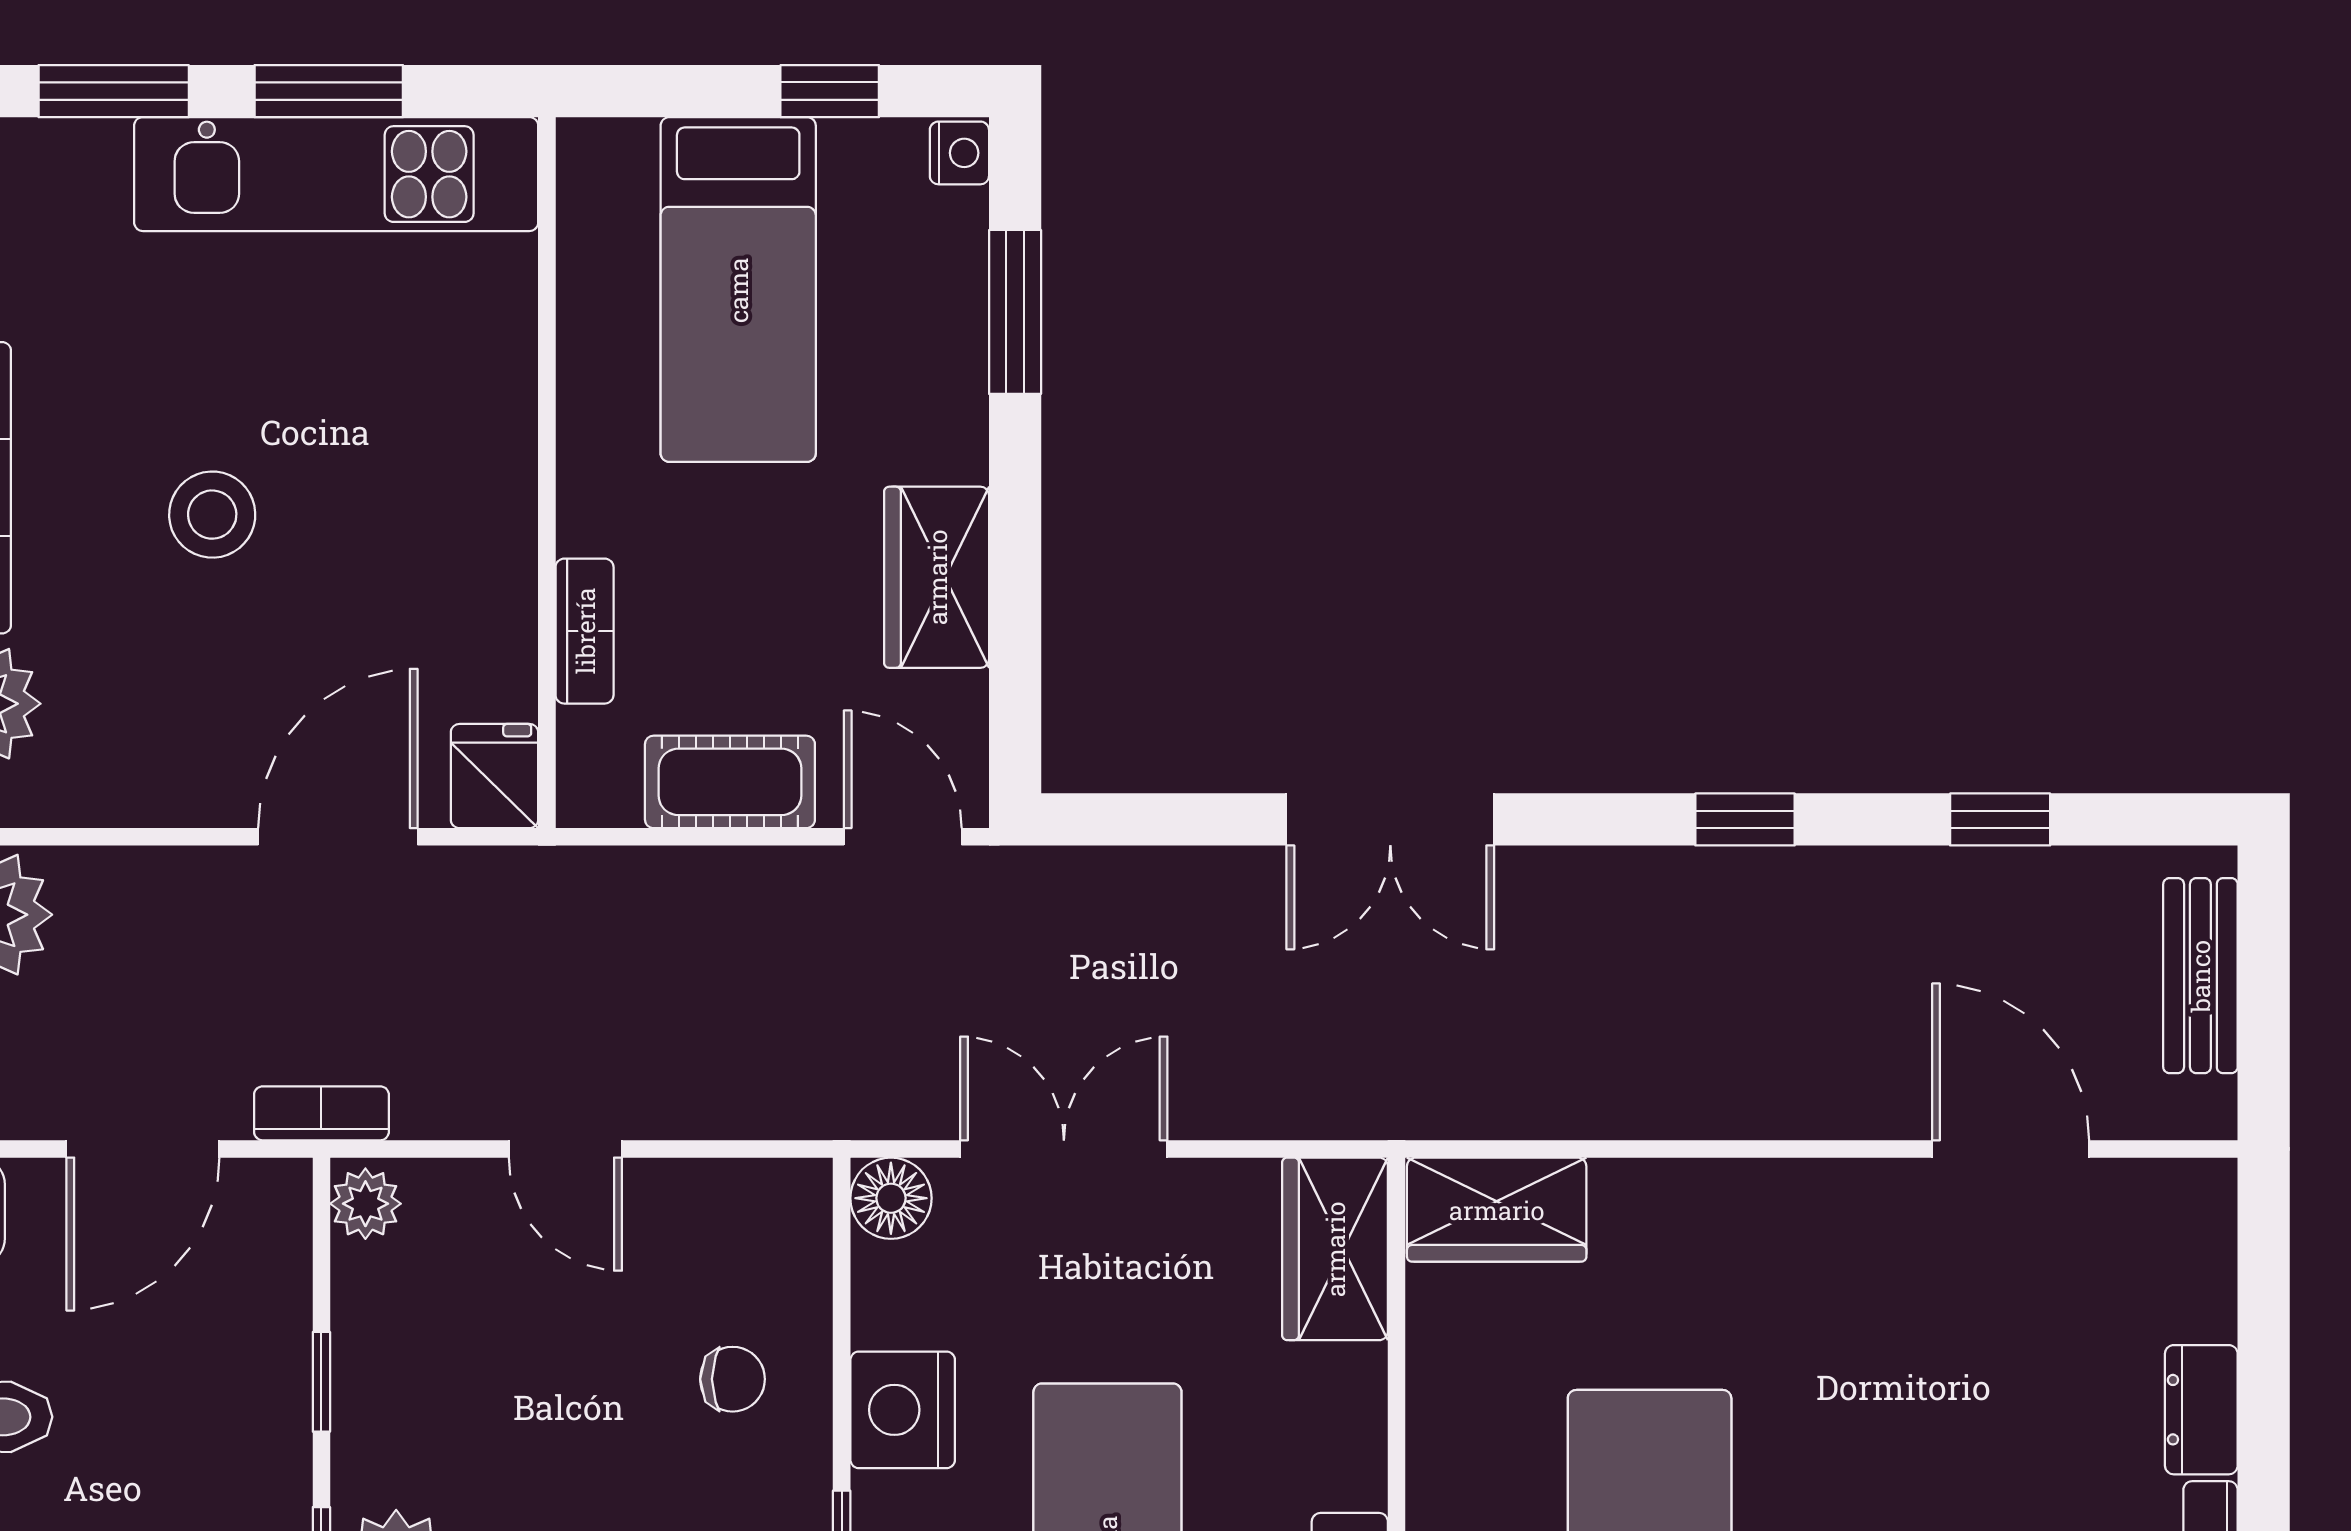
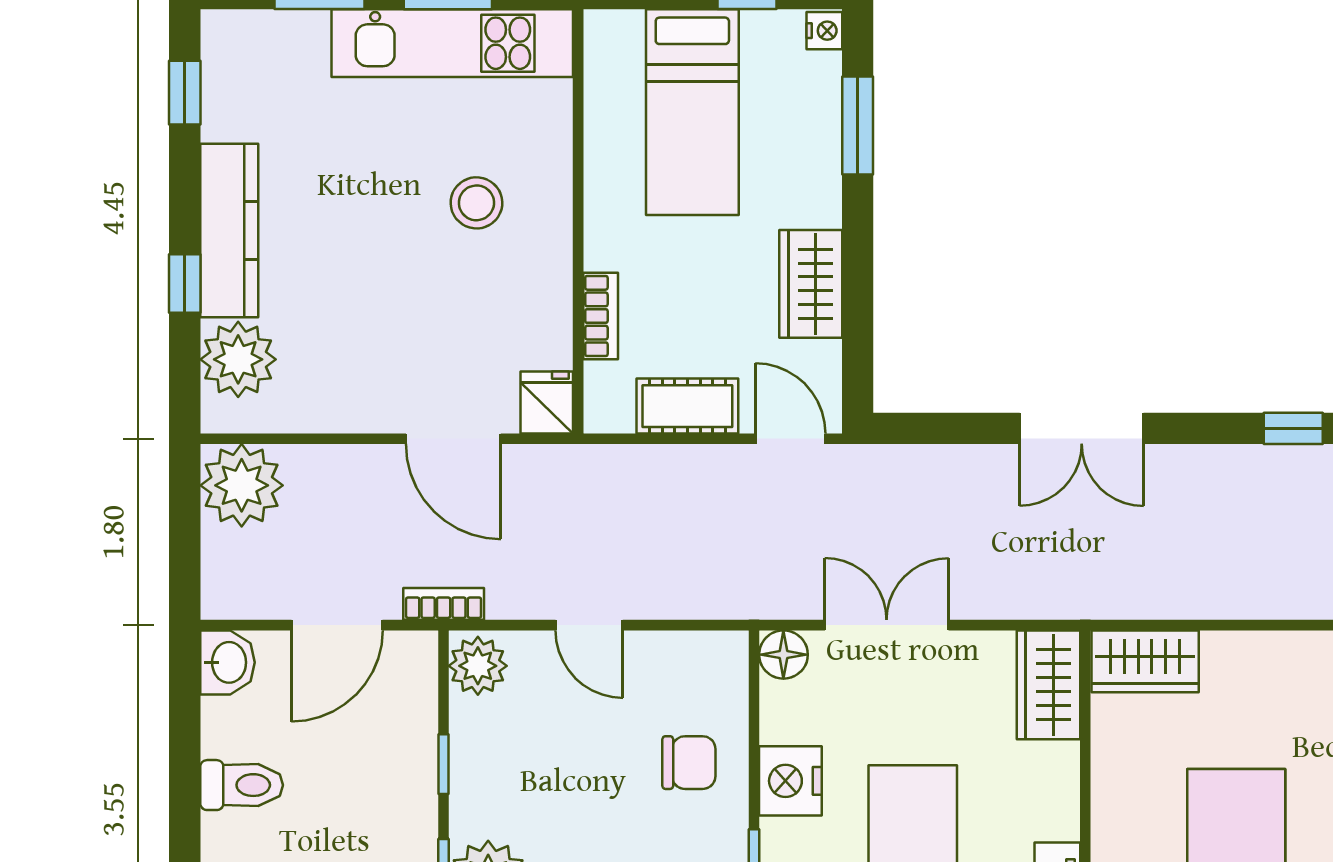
stool: (212, 515) -> (476, 203), moved
door: (338, 837) -> (453, 439), swing flipped
plant: (365, 1204) -> (478, 666), width x1.38, depth x1.38
chair: (733, 1379) -> (689, 763), width x1.37, depth x1.37

